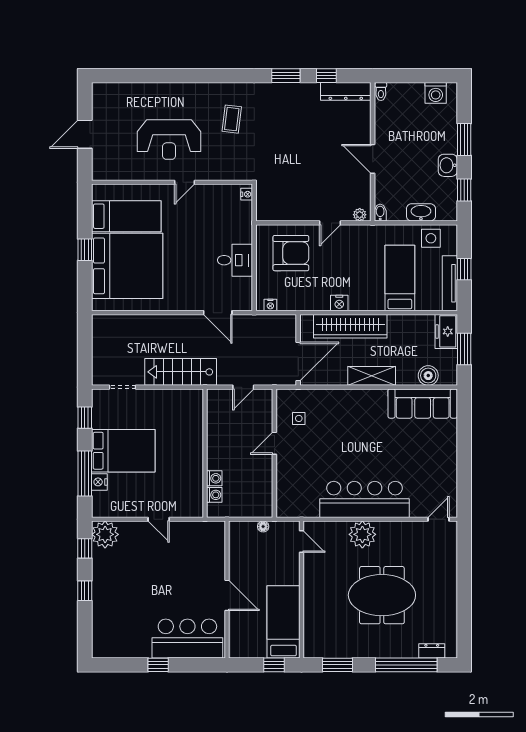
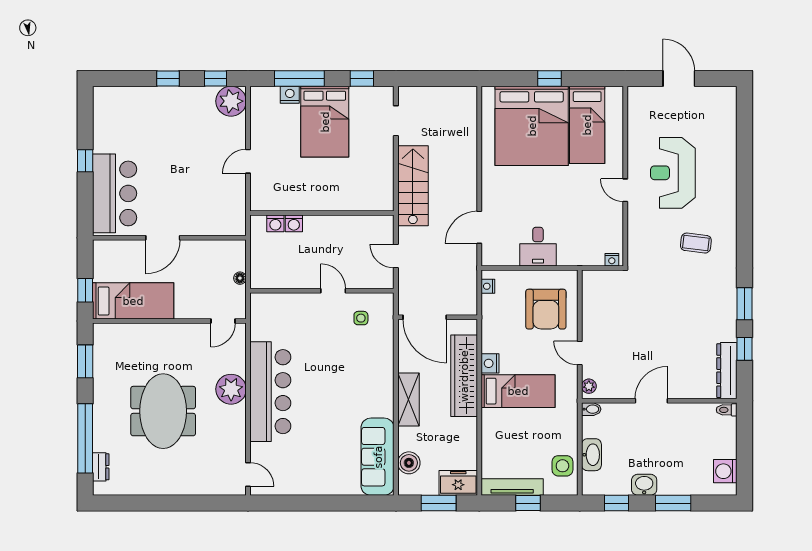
bed: (400, 278) -> (518, 391), moved

